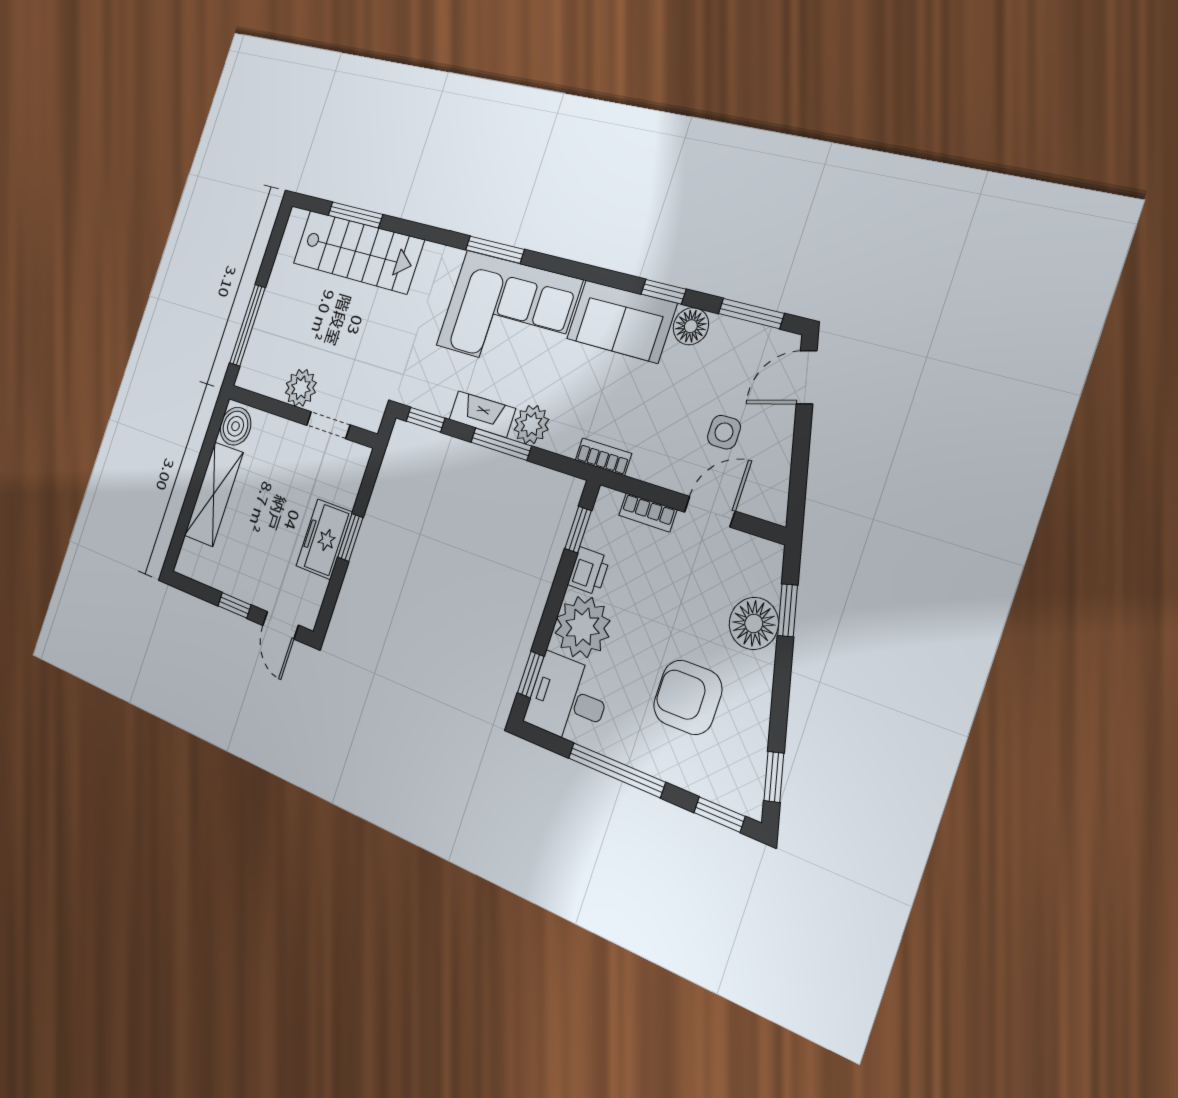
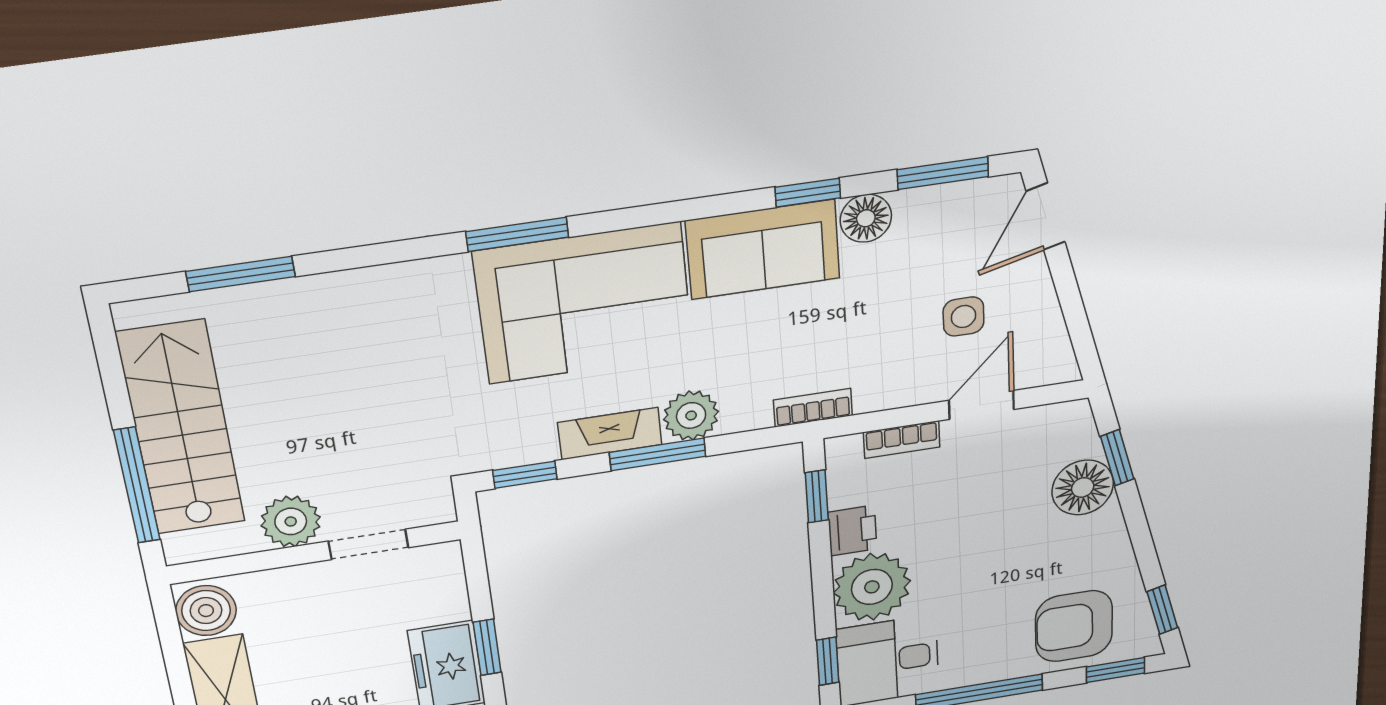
stairs: (358, 252) -> (181, 428), moved, turned -90
armchair: (688, 697) -> (1074, 626), moved

